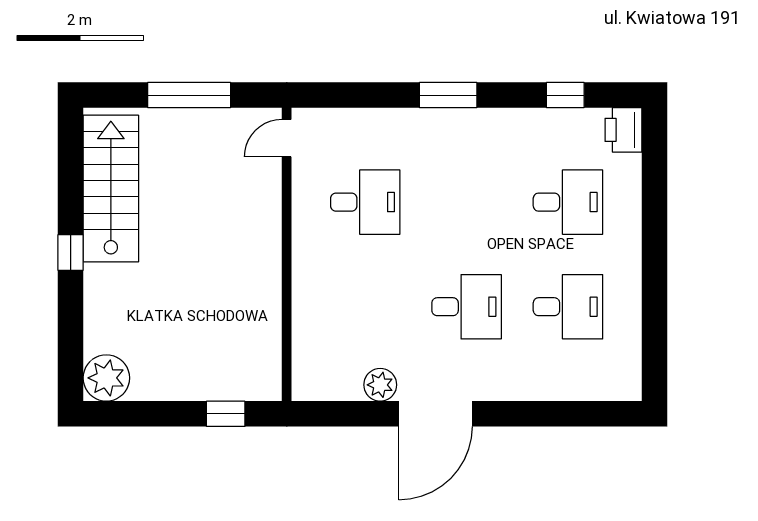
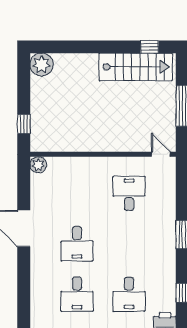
desk: (365, 202) -> (129, 193), turned 180
window: (71, 252) -> (150, 47), moved
plant: (380, 385) -> (38, 165), moved

